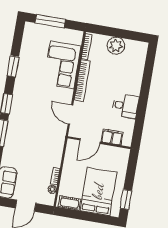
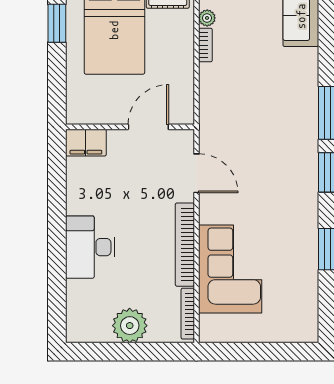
window: (50, 21) -> (269, 352), removed
desk: (125, 106) -> (90, 247), moved, width x1.37
filing cabinet: (112, 137) -> (86, 143), moved

